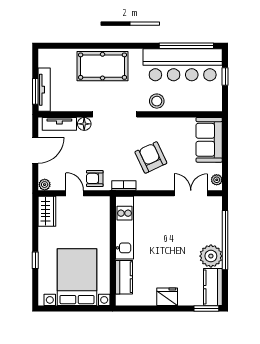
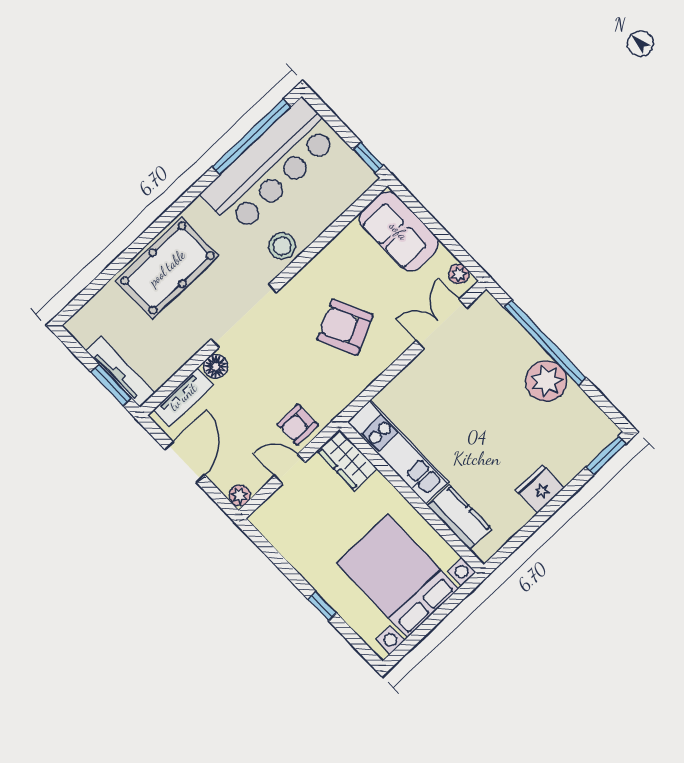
window: (225, 76) -> (368, 157), moved
bookcase: (124, 185) -> (344, 398), removed
wardrobe: (47, 211) -> (347, 460), moved, turned 180
kitchen counter: (213, 287) -> (588, 419), removed

